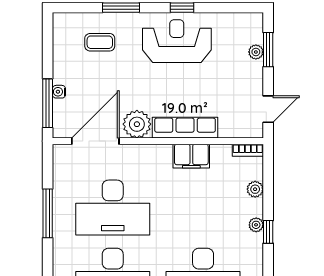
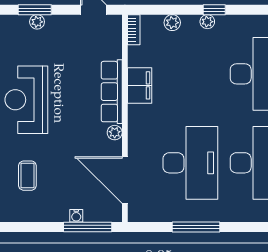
plant: (137, 124) -> (115, 133), width x0.53, depth x0.53

